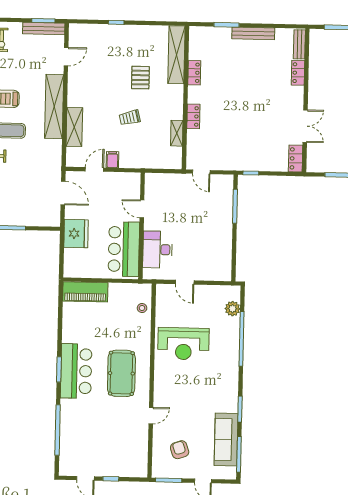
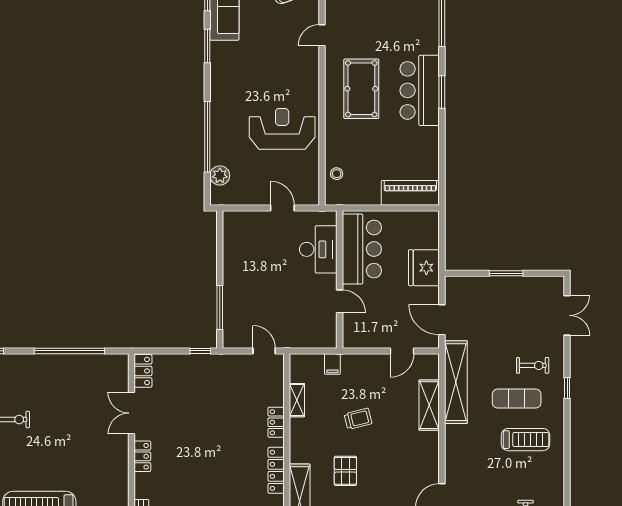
locker: (194, 73) -> (276, 470), width x1.53
locker: (298, 73) -> (142, 456), moved
shelving: (54, 107) -> (456, 382), moved
filing cabinet: (112, 160) -> (332, 364), moved

